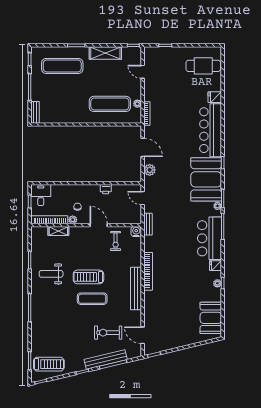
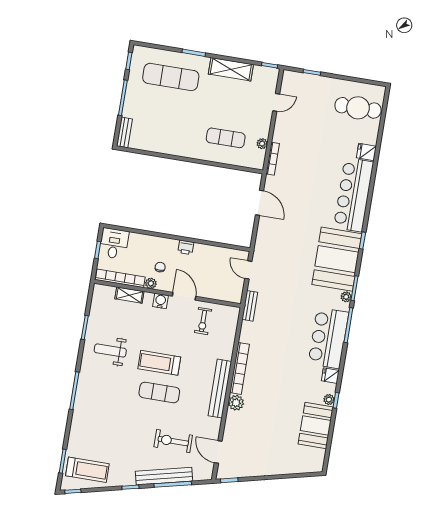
door: (143, 72) -> (276, 102), swing flipped
exercise mat: (110, 104) -> (226, 138), width x0.73, depth x0.69
plant: (150, 170) -> (236, 403), moved
printer: (106, 189) -> (186, 247), moved
water cooler: (136, 231) -> (160, 301), moved
booth: (211, 318) -> (316, 426), moved

